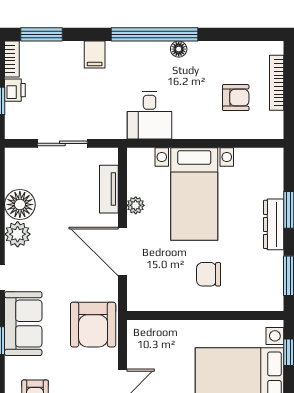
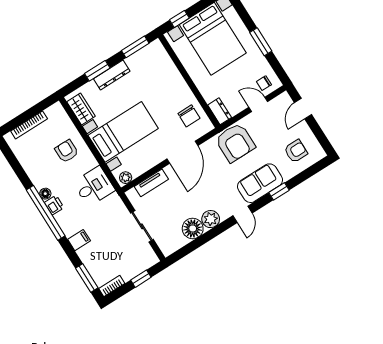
printer: (15, 90) -> (54, 205), moved, turned 90
armchair: (236, 98) -> (67, 151), moved
wardrobe: (256, 160) -> (81, 109), added
plant: (136, 205) -> (126, 178), moved
chair: (209, 274) -> (189, 116), moved
armchair: (93, 325) -> (235, 143), turned 90
dresser: (144, 330) -> (220, 111), added

